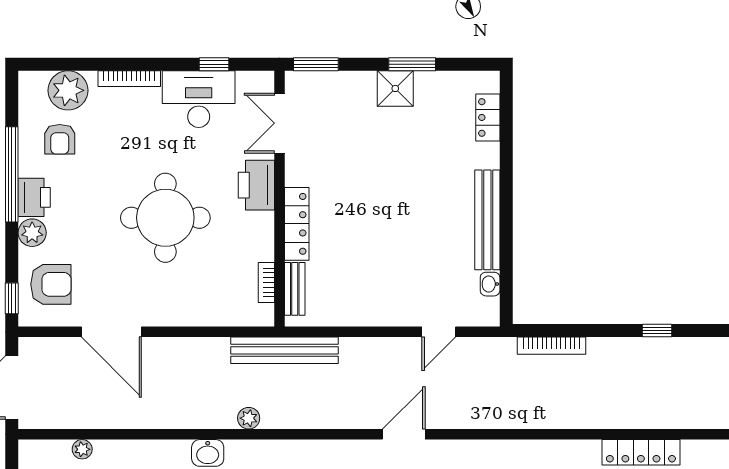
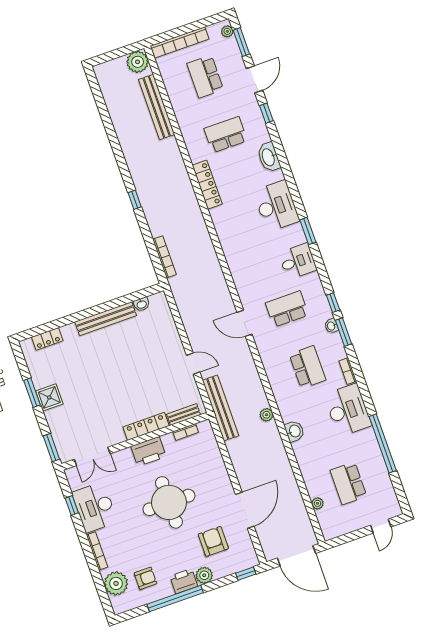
printer: (256, 185) -> (149, 451), moved
armchair: (51, 284) -> (213, 541), moved
door: (439, 332) -> (193, 364), moved

